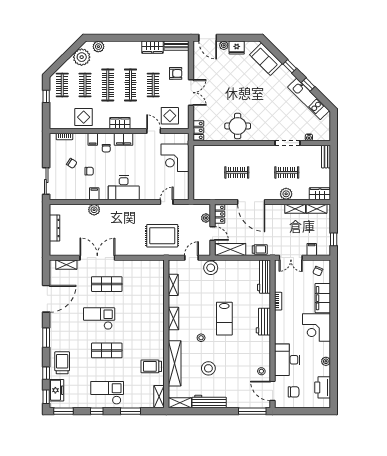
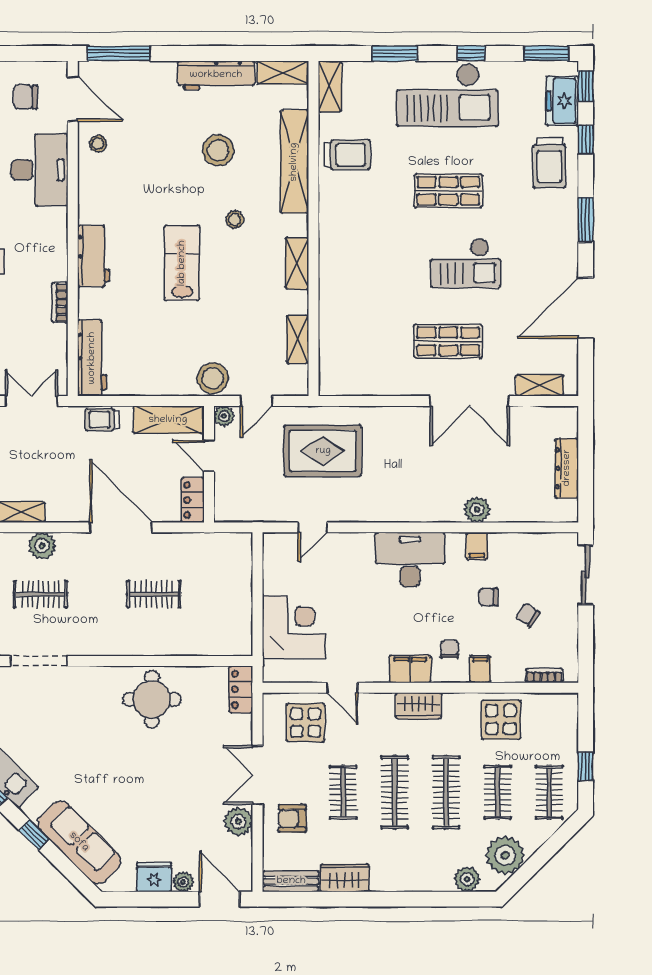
sofa: (266, 59) -> (79, 842), width x1.36
plant: (199, 72) -> (238, 821), added
plant: (206, 218) -> (224, 416), moved
checkout: (107, 393) -> (447, 95), width x1.36, depth x1.21

